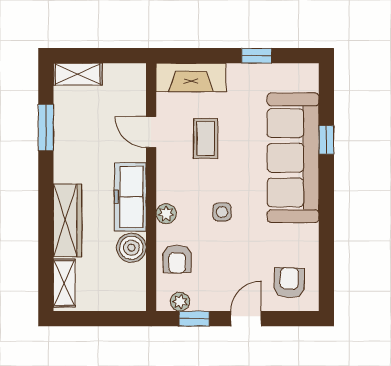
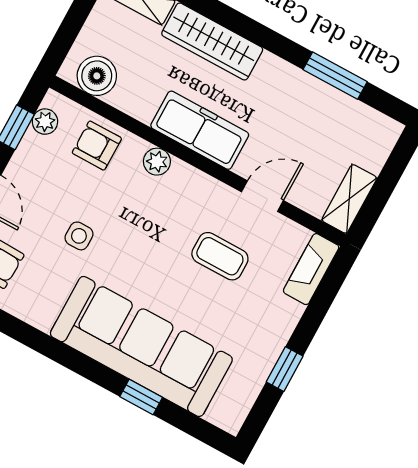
shelving: (78, 74) -> (349, 199), moved
fireplace: (191, 77) -> (311, 269), width x0.73, depth x0.76
side table: (222, 212) -> (79, 236), moved
boiler: (131, 248) -> (97, 76), moved

